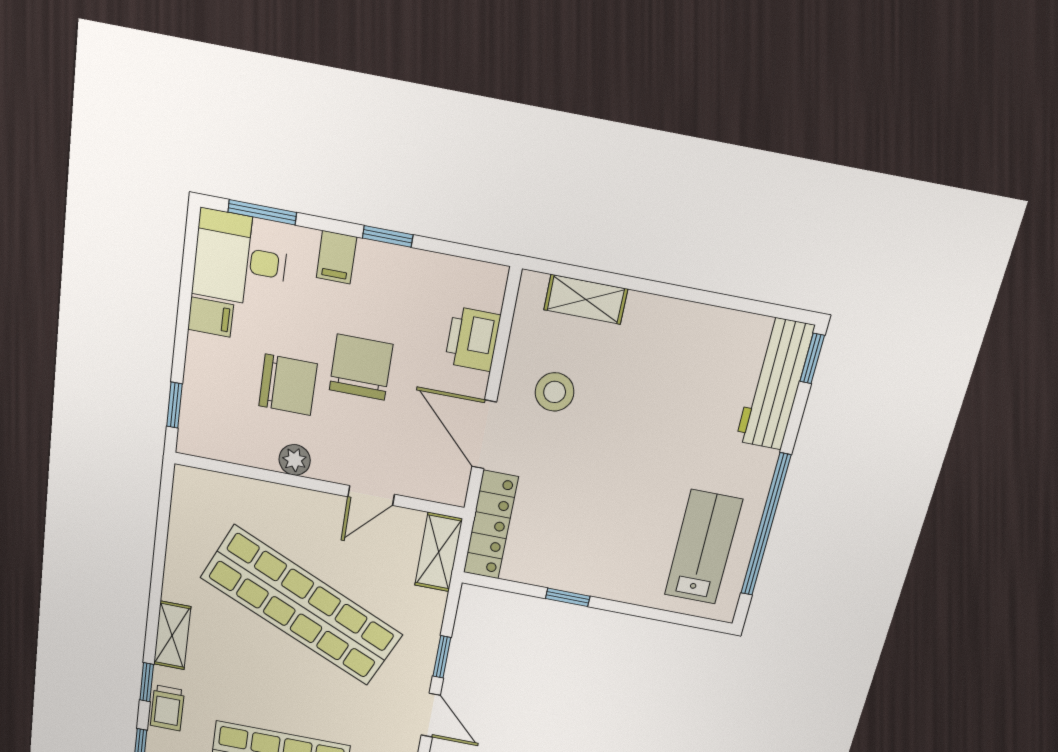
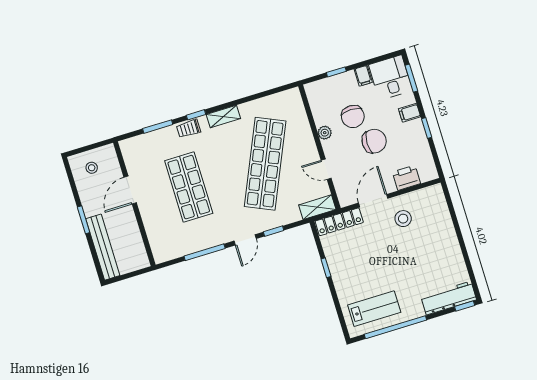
shelving: (586, 299) -> (442, 212), removed
window: (174, 405) -> (336, 72), moved

